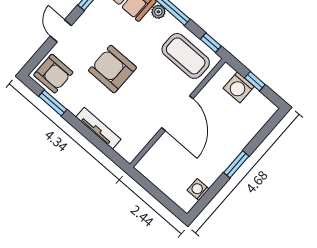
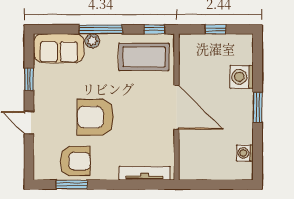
armchair: (53, 74) -> (75, 161), moved
washing machine: (239, 87) -> (242, 77), moved, turned 90
tv unit: (98, 128) -> (145, 173), moved

